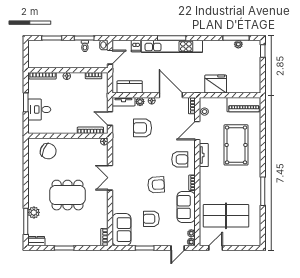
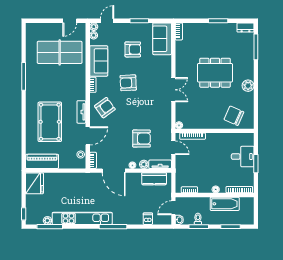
kitchen unit: (172, 46) -> (82, 218), moved
bathtub: (58, 61) -> (225, 204), added
fridge: (216, 84) -> (34, 183), moved, turned -90
armchair: (180, 159) -> (105, 108), turned 144
plant: (34, 212) -> (248, 86), moved

